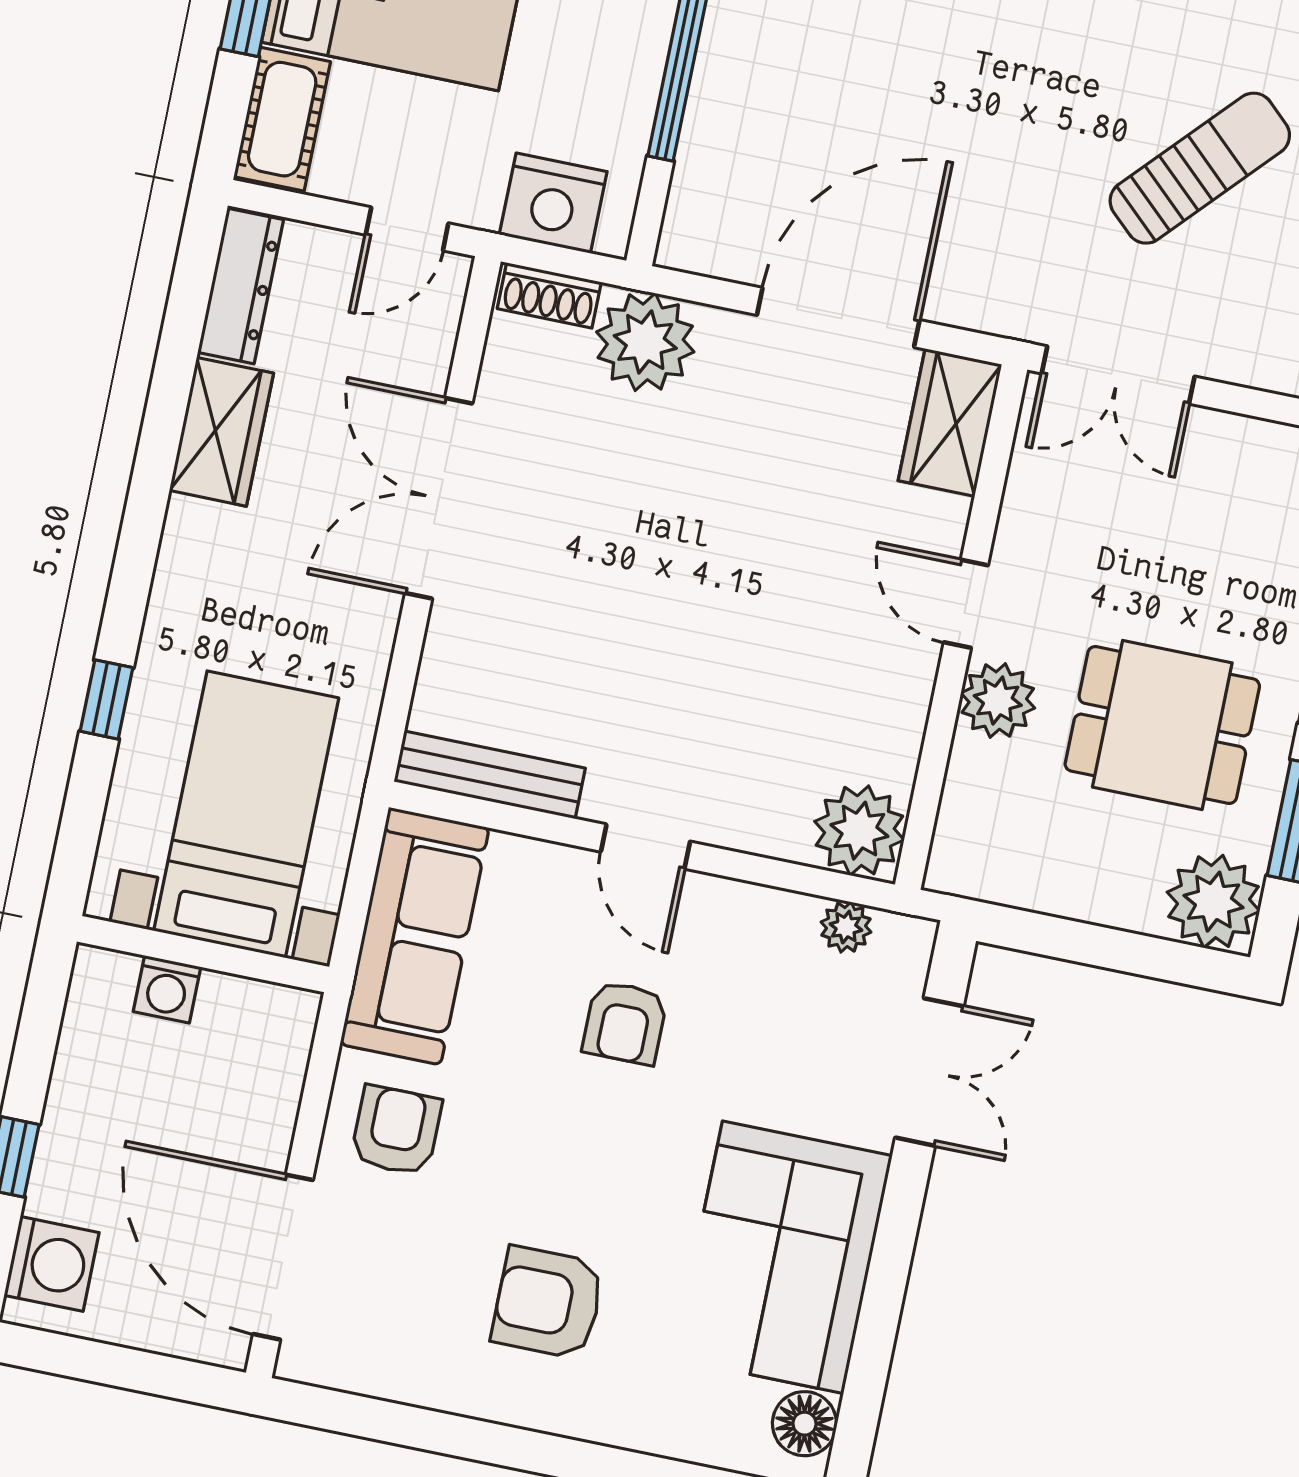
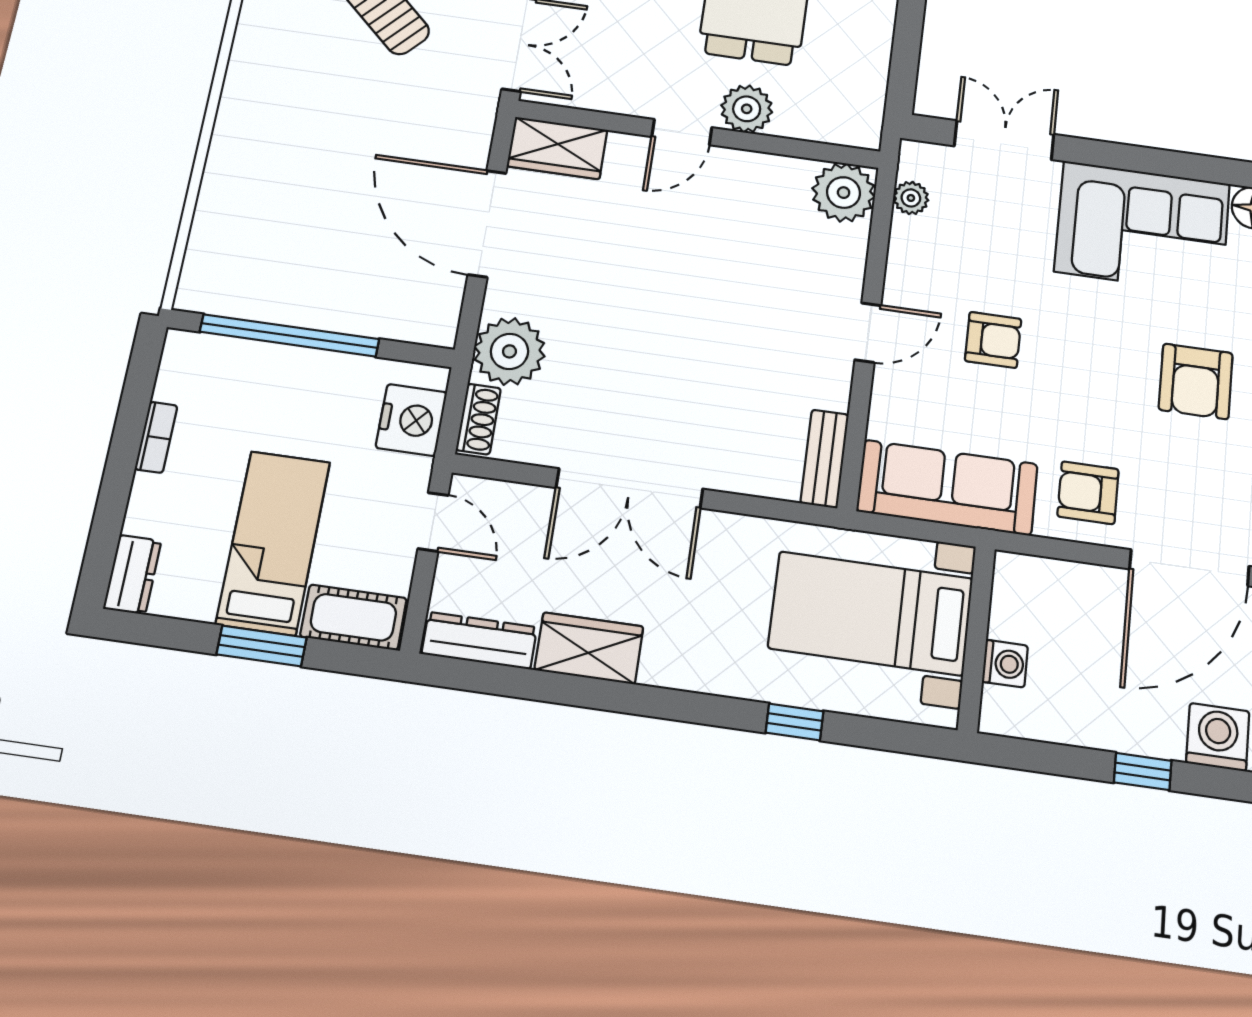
bench: (490, 775) -> (825, 459), width x0.73

